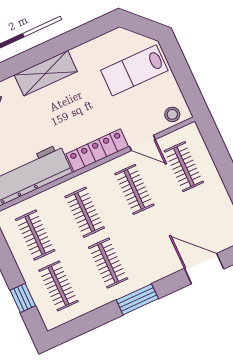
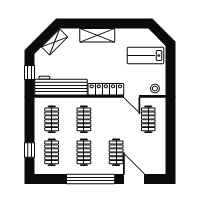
clothes rail: (134, 189) -> (116, 152), moved
window: (137, 299) -> (91, 179), width x2.11

